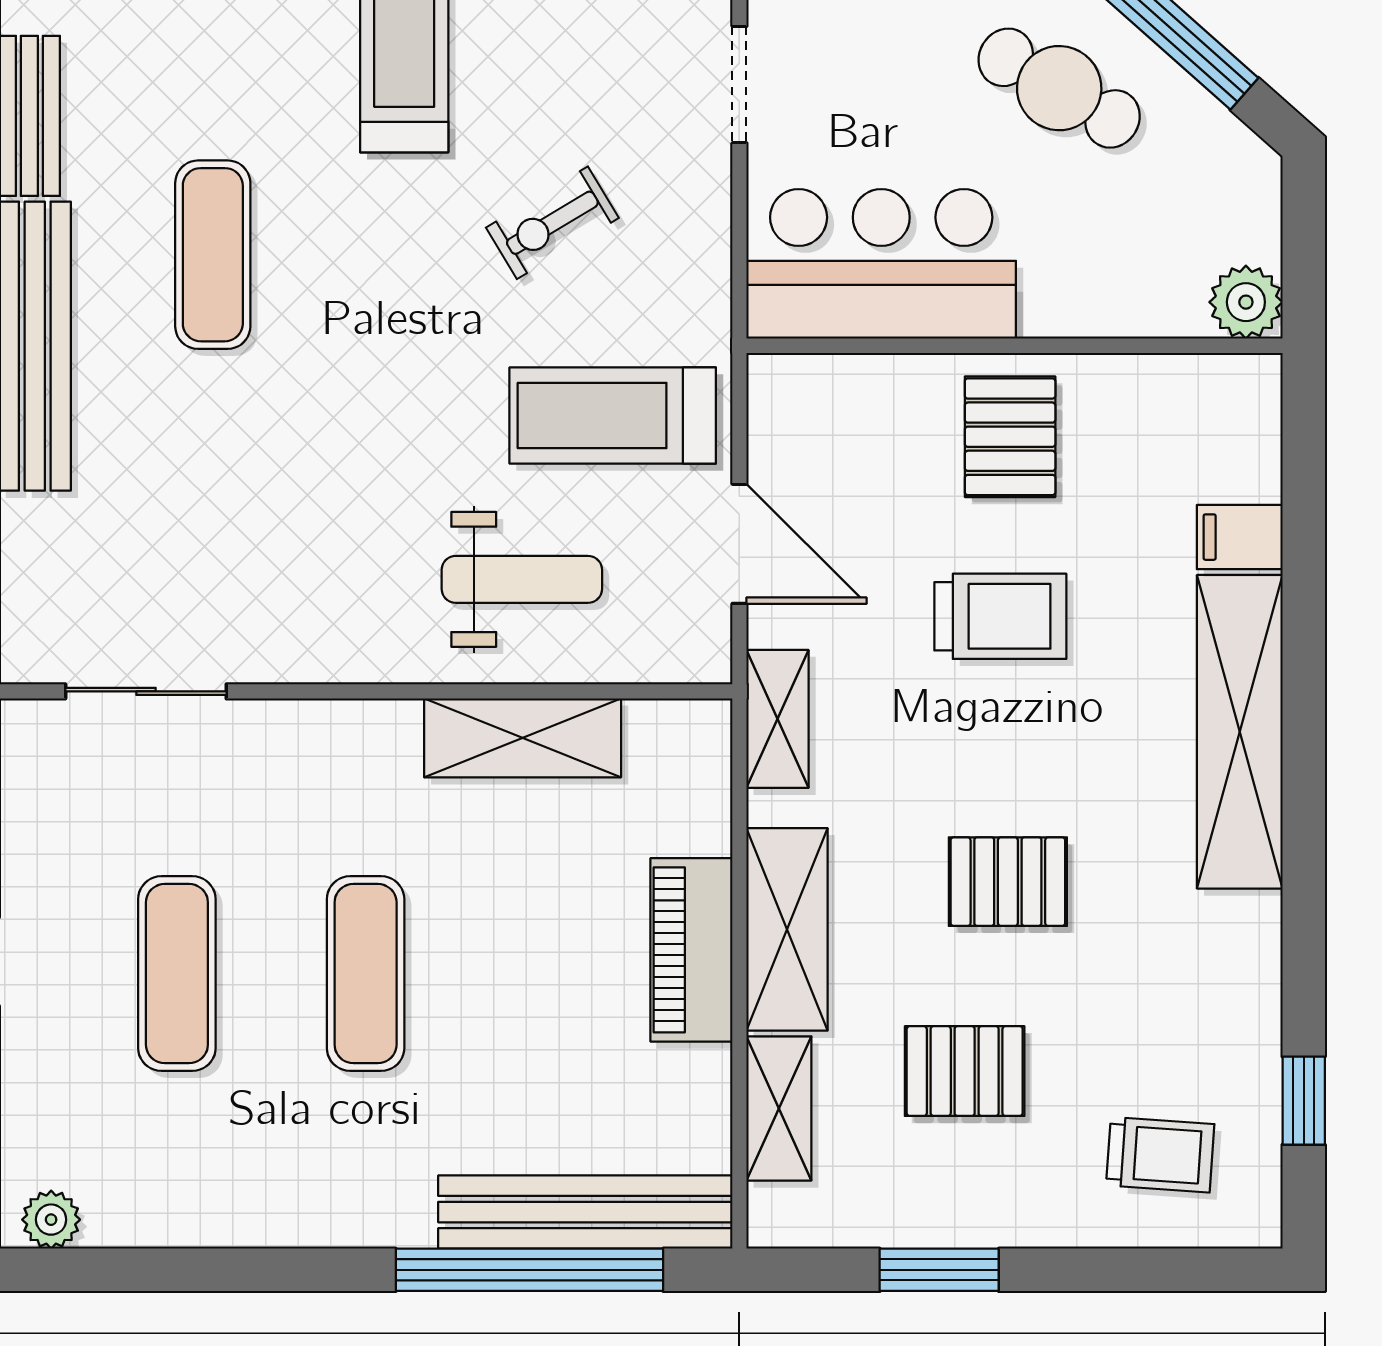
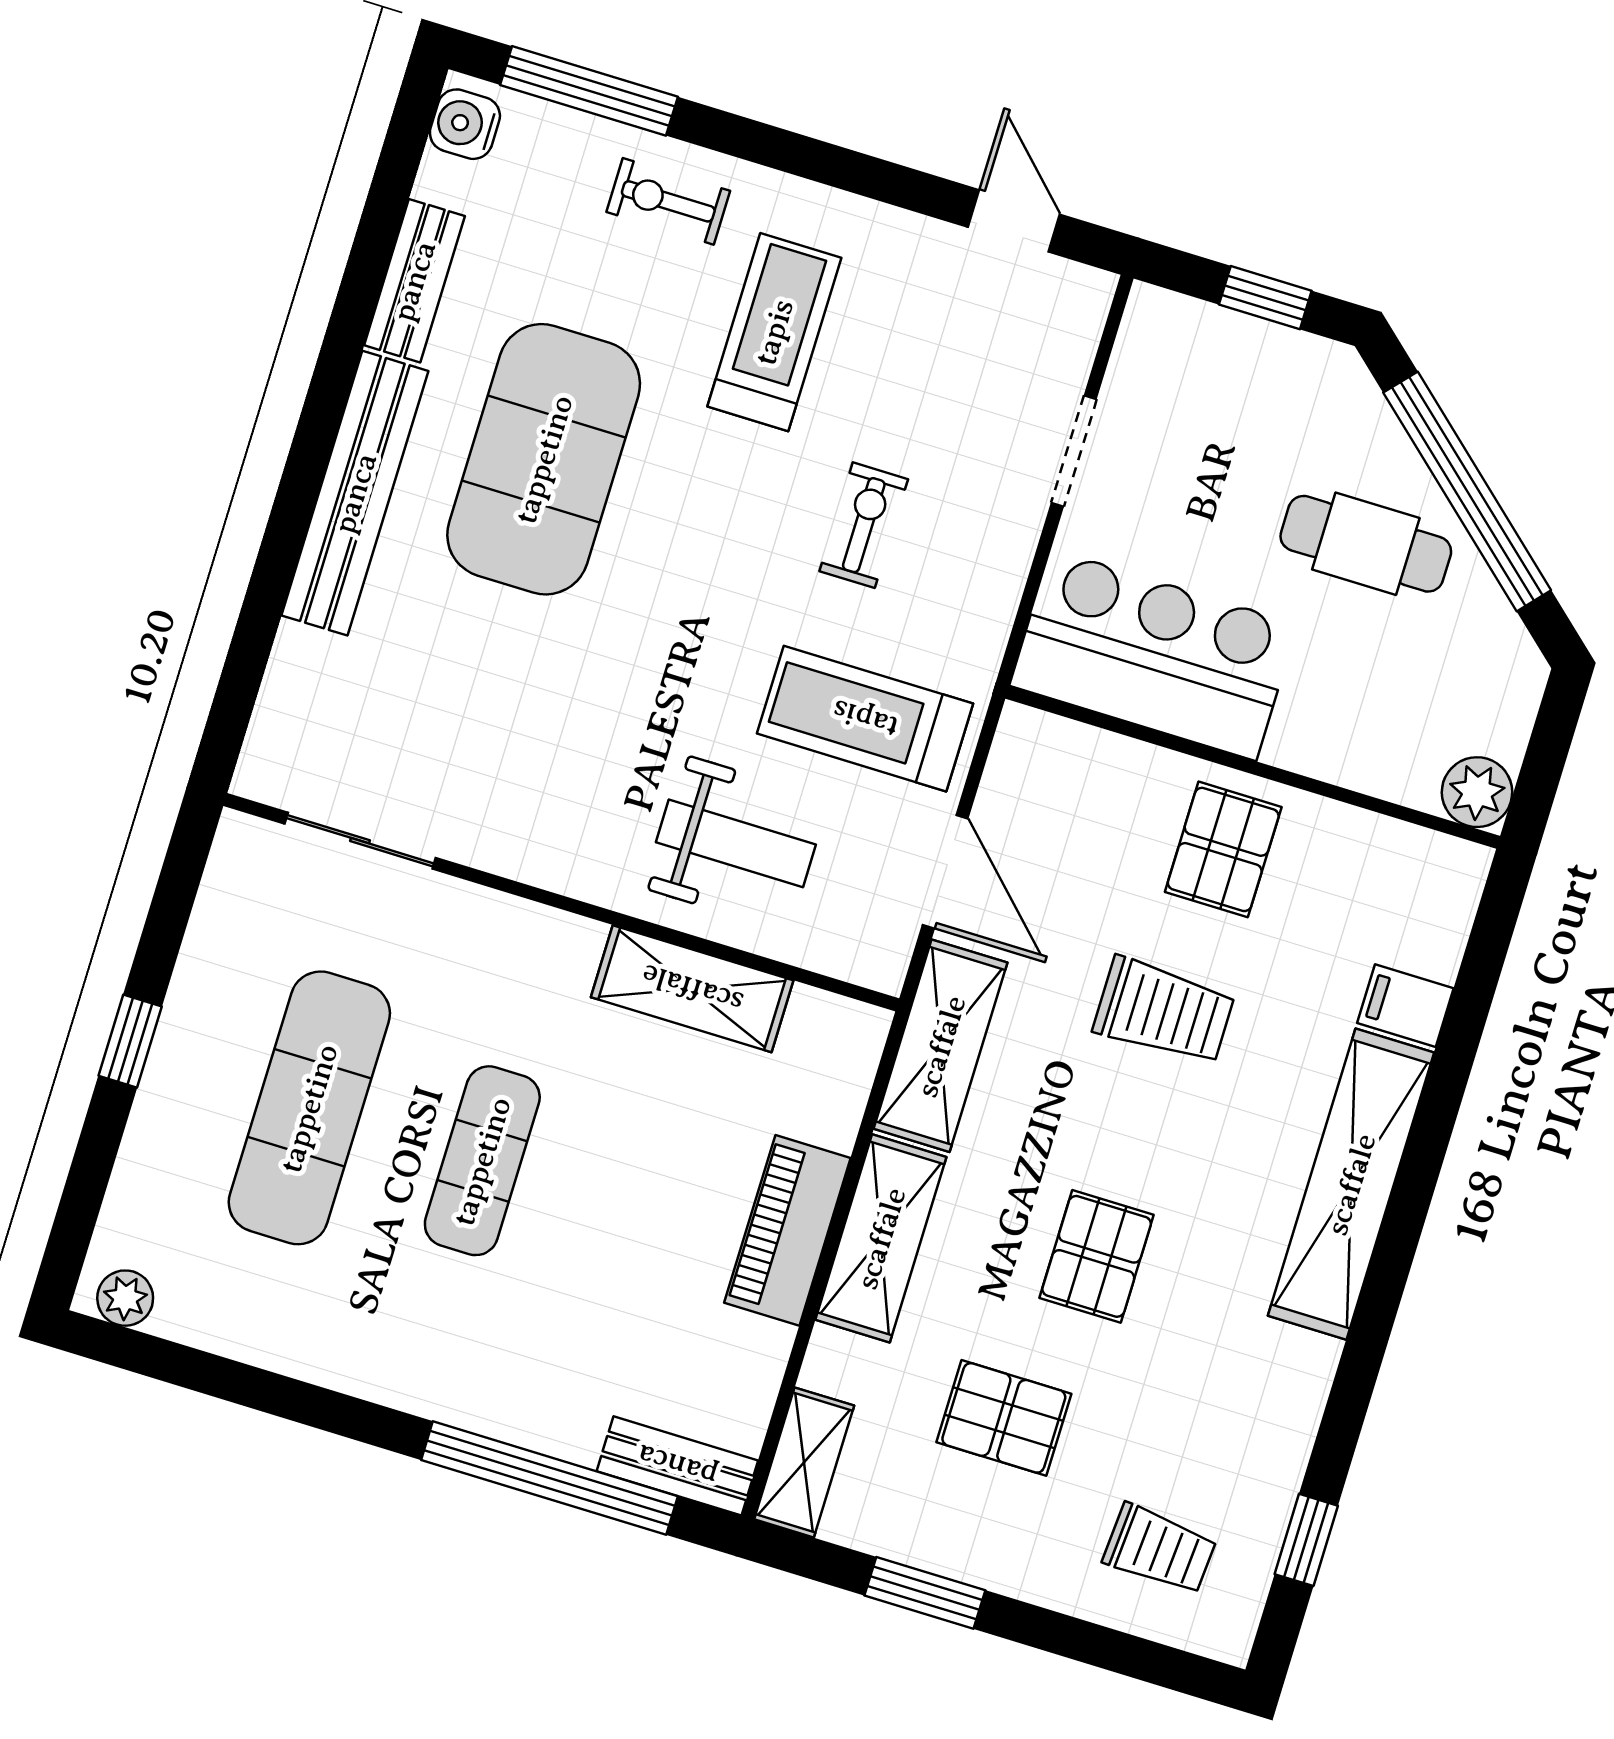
cafe table: (1059, 88) -> (1366, 544), turned -30
exercise bike: (552, 223) -> (864, 525), turned 121
exercise mat: (213, 255) -> (544, 459), width x2.00, depth x1.45
shelving: (778, 719) -> (941, 1046), width x1.50, depth x1.33
pallet: (1008, 882) -> (1097, 1256), turned 90
exercise mat: (177, 974) -> (309, 1108), width x1.36, depth x1.45
shelving: (779, 1108) -> (804, 1462), moved
bench: (585, 1212) -> (677, 1466), width x0.54, depth x0.82

